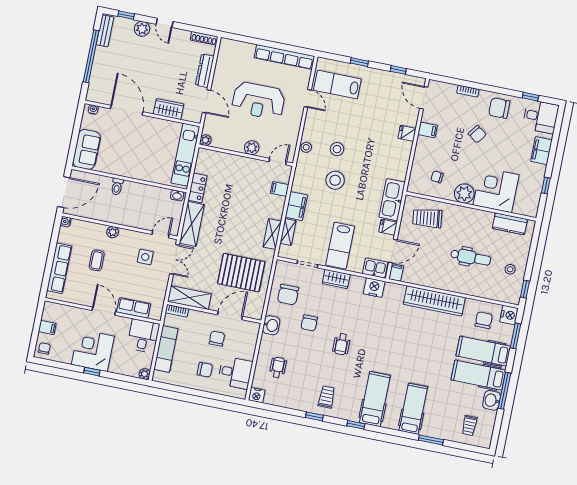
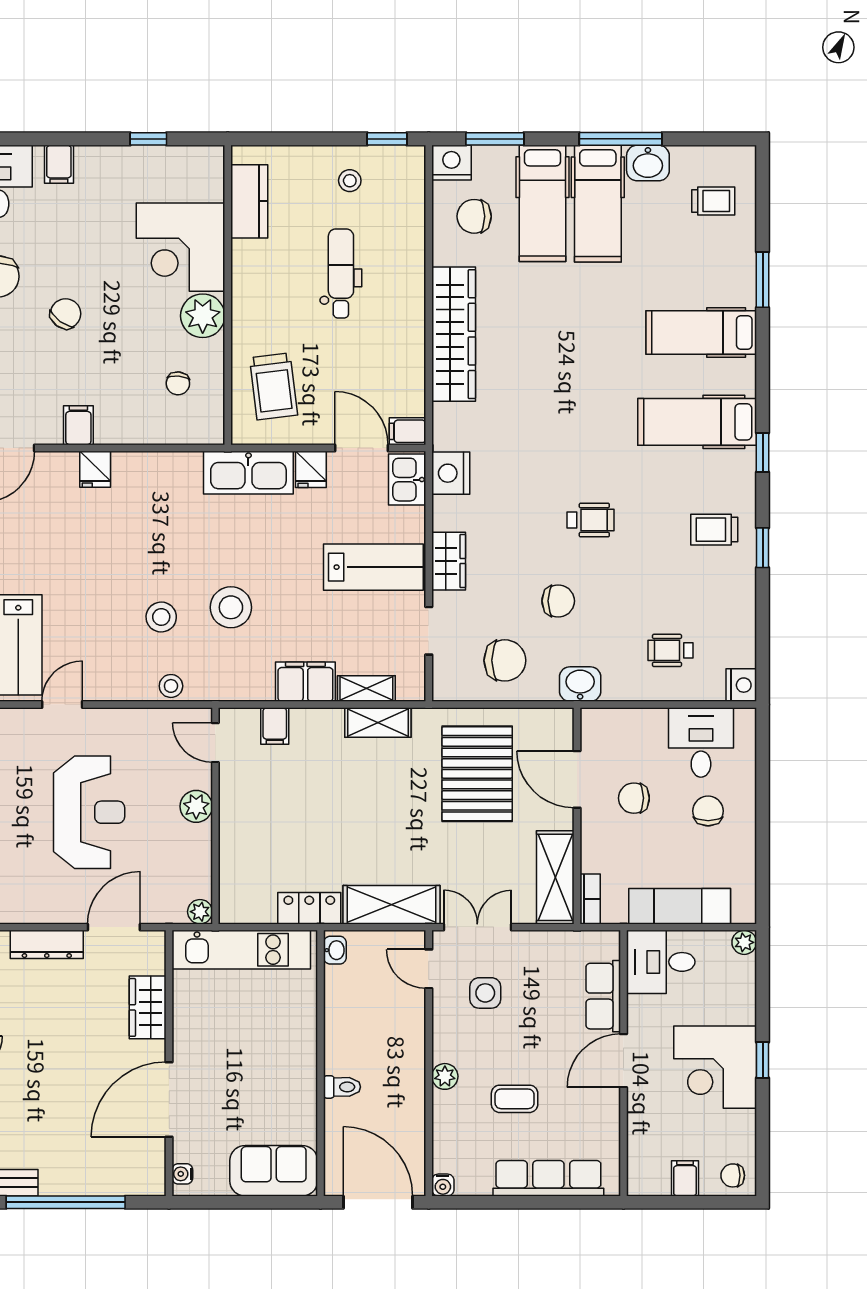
filing cabinet: (541, 151) -> (59, 164), width x0.50

